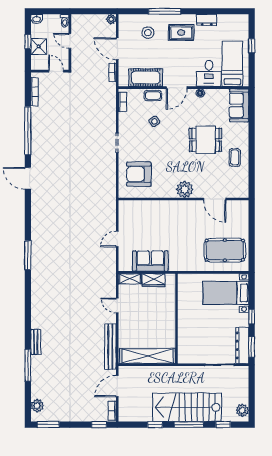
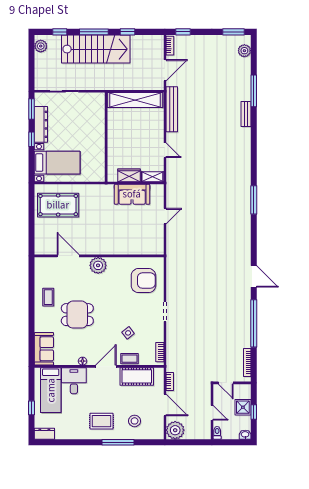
plant: (111, 19) -> (175, 430), width x1.87, depth x1.87
dresser: (207, 20) -> (44, 434), moved
dresser: (242, 345) -> (41, 124), moved

